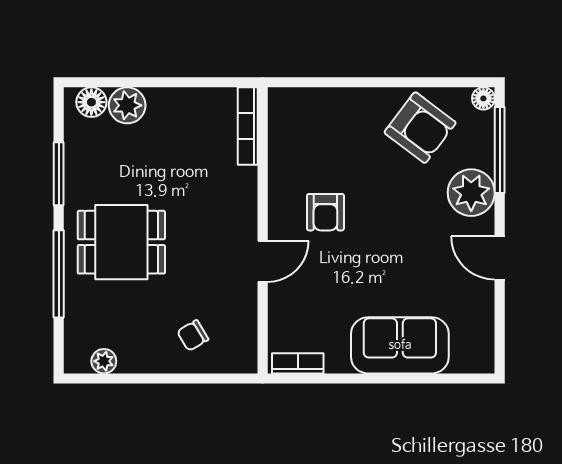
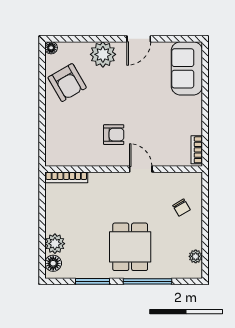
armchair: (420, 128) -> (67, 83), turned 113
window: (500, 150) -> (79, 39), removed
sofa: (400, 345) -> (187, 68), moved

